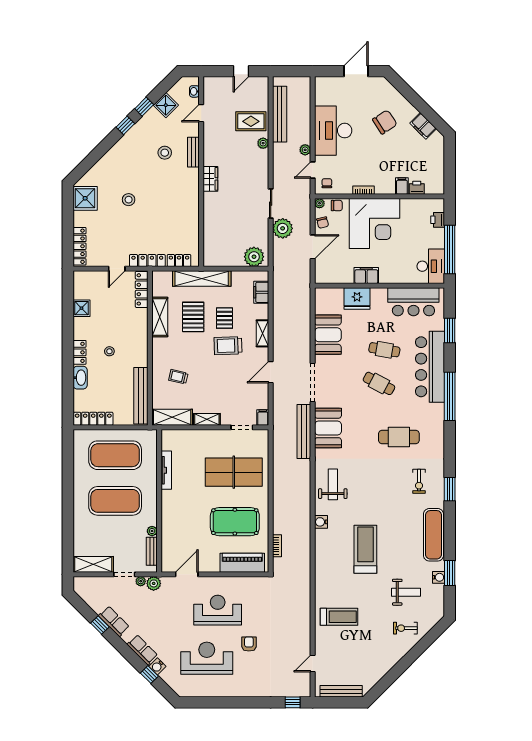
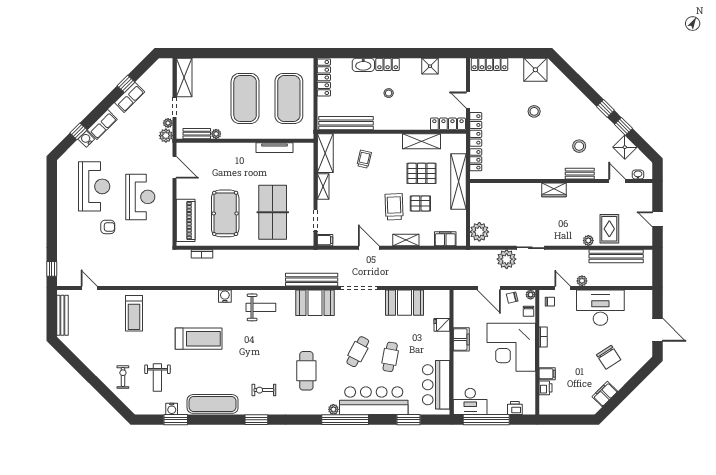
fridge: (357, 299) -> (442, 325), width x0.53, depth x0.75
plant: (439, 409) -> (333, 409), added

